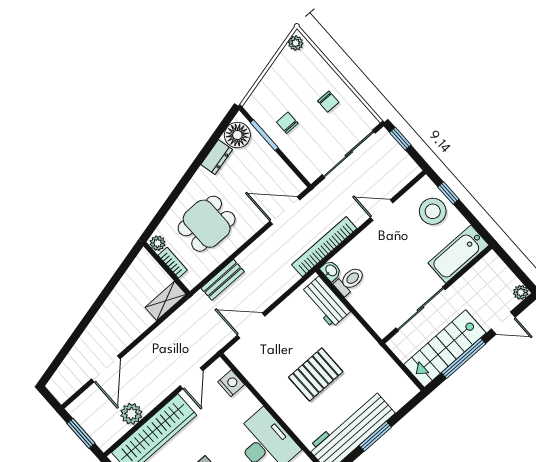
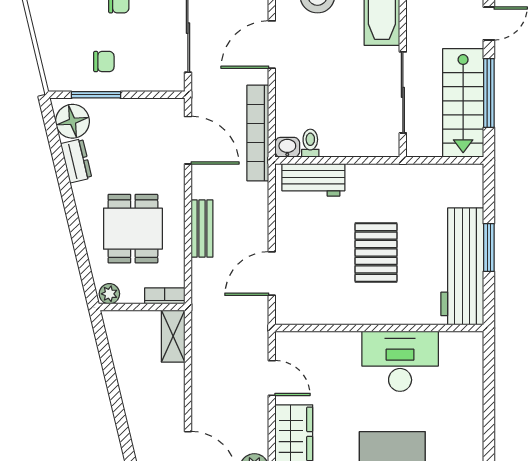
chair: (287, 123) -> (104, 62), turned 180
door: (285, 210) -> (188, 140), swing flipped
door: (382, 210) -> (272, 45), width x1.38
bookcase: (173, 263) -> (165, 296), moved
bench: (223, 280) -> (202, 228), moved
toilet: (350, 281) -> (310, 143), width x0.73, depth x0.72
nightstand: (231, 383) -> (311, 343), removed

